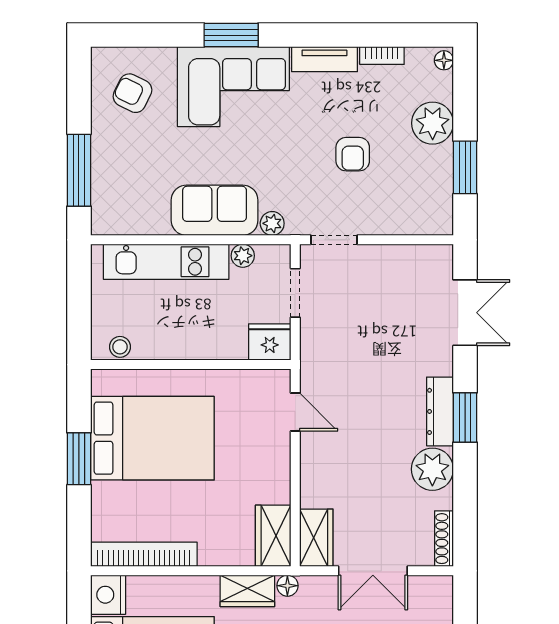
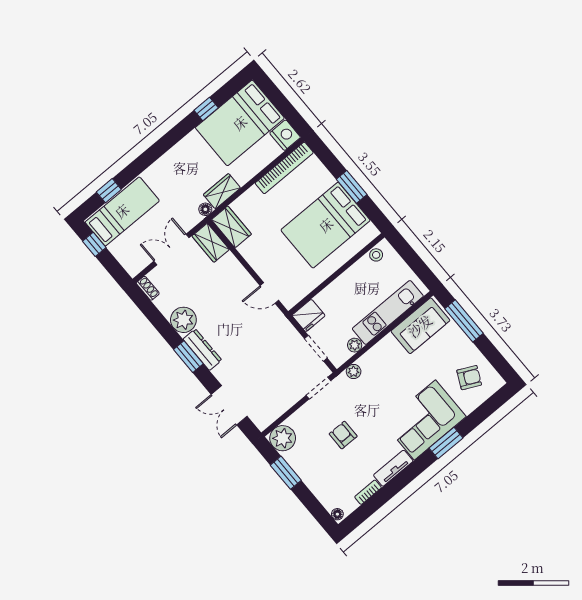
plant: (433, 123) -> (283, 438), moved
sofa: (215, 210) -> (420, 326), moved
shoe rack: (444, 539) -> (148, 288), width x0.70

